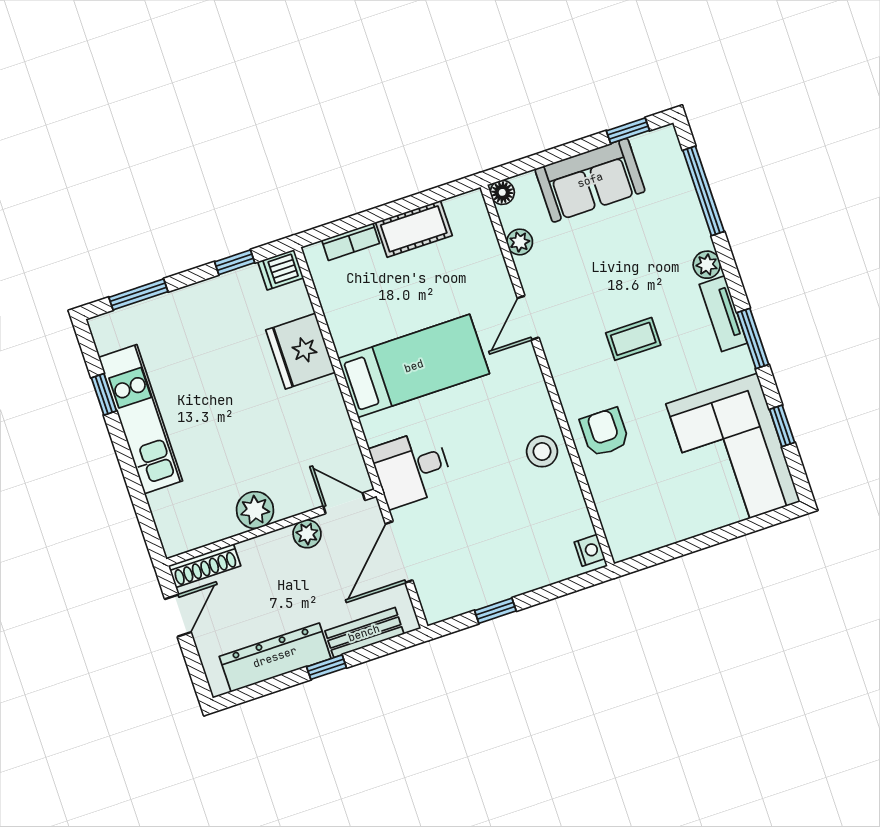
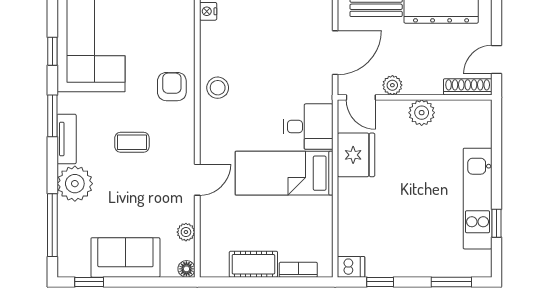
plant: (707, 265) -> (75, 184), width x1.88, depth x1.88
fridge: (300, 351) -> (356, 155), moved
armchair: (604, 432) -> (172, 87), turned 180
desk: (412, 468) -> (308, 127), moved

